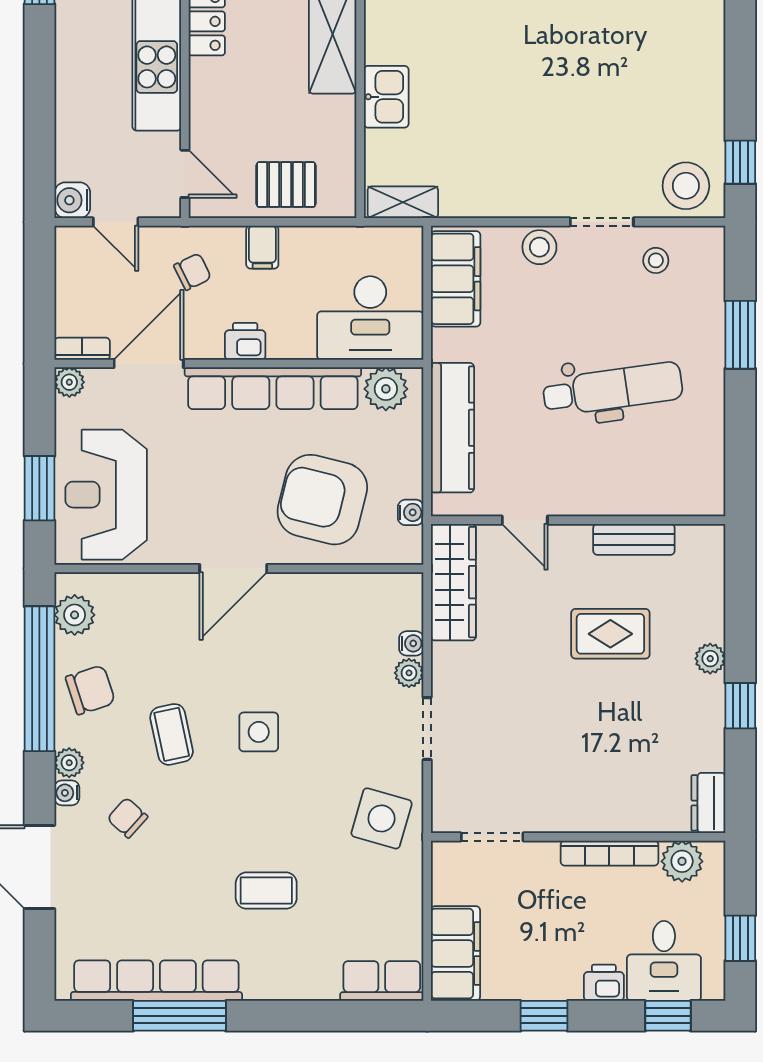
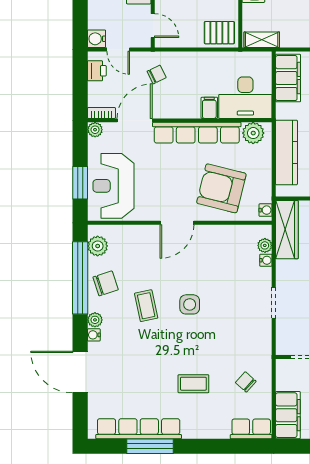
pallet: (286, 185) -> (219, 33), moved
filing cabinet: (262, 247) -> (209, 108), moved, turned 180
printer: (245, 341) -> (97, 71), moved, turned 90
water cooler: (411, 512) -> (266, 210), moved
plant: (409, 673) -> (265, 245), moved
chair: (127, 818) -> (246, 382), moved
side table: (382, 818) -> (251, 348), removed

